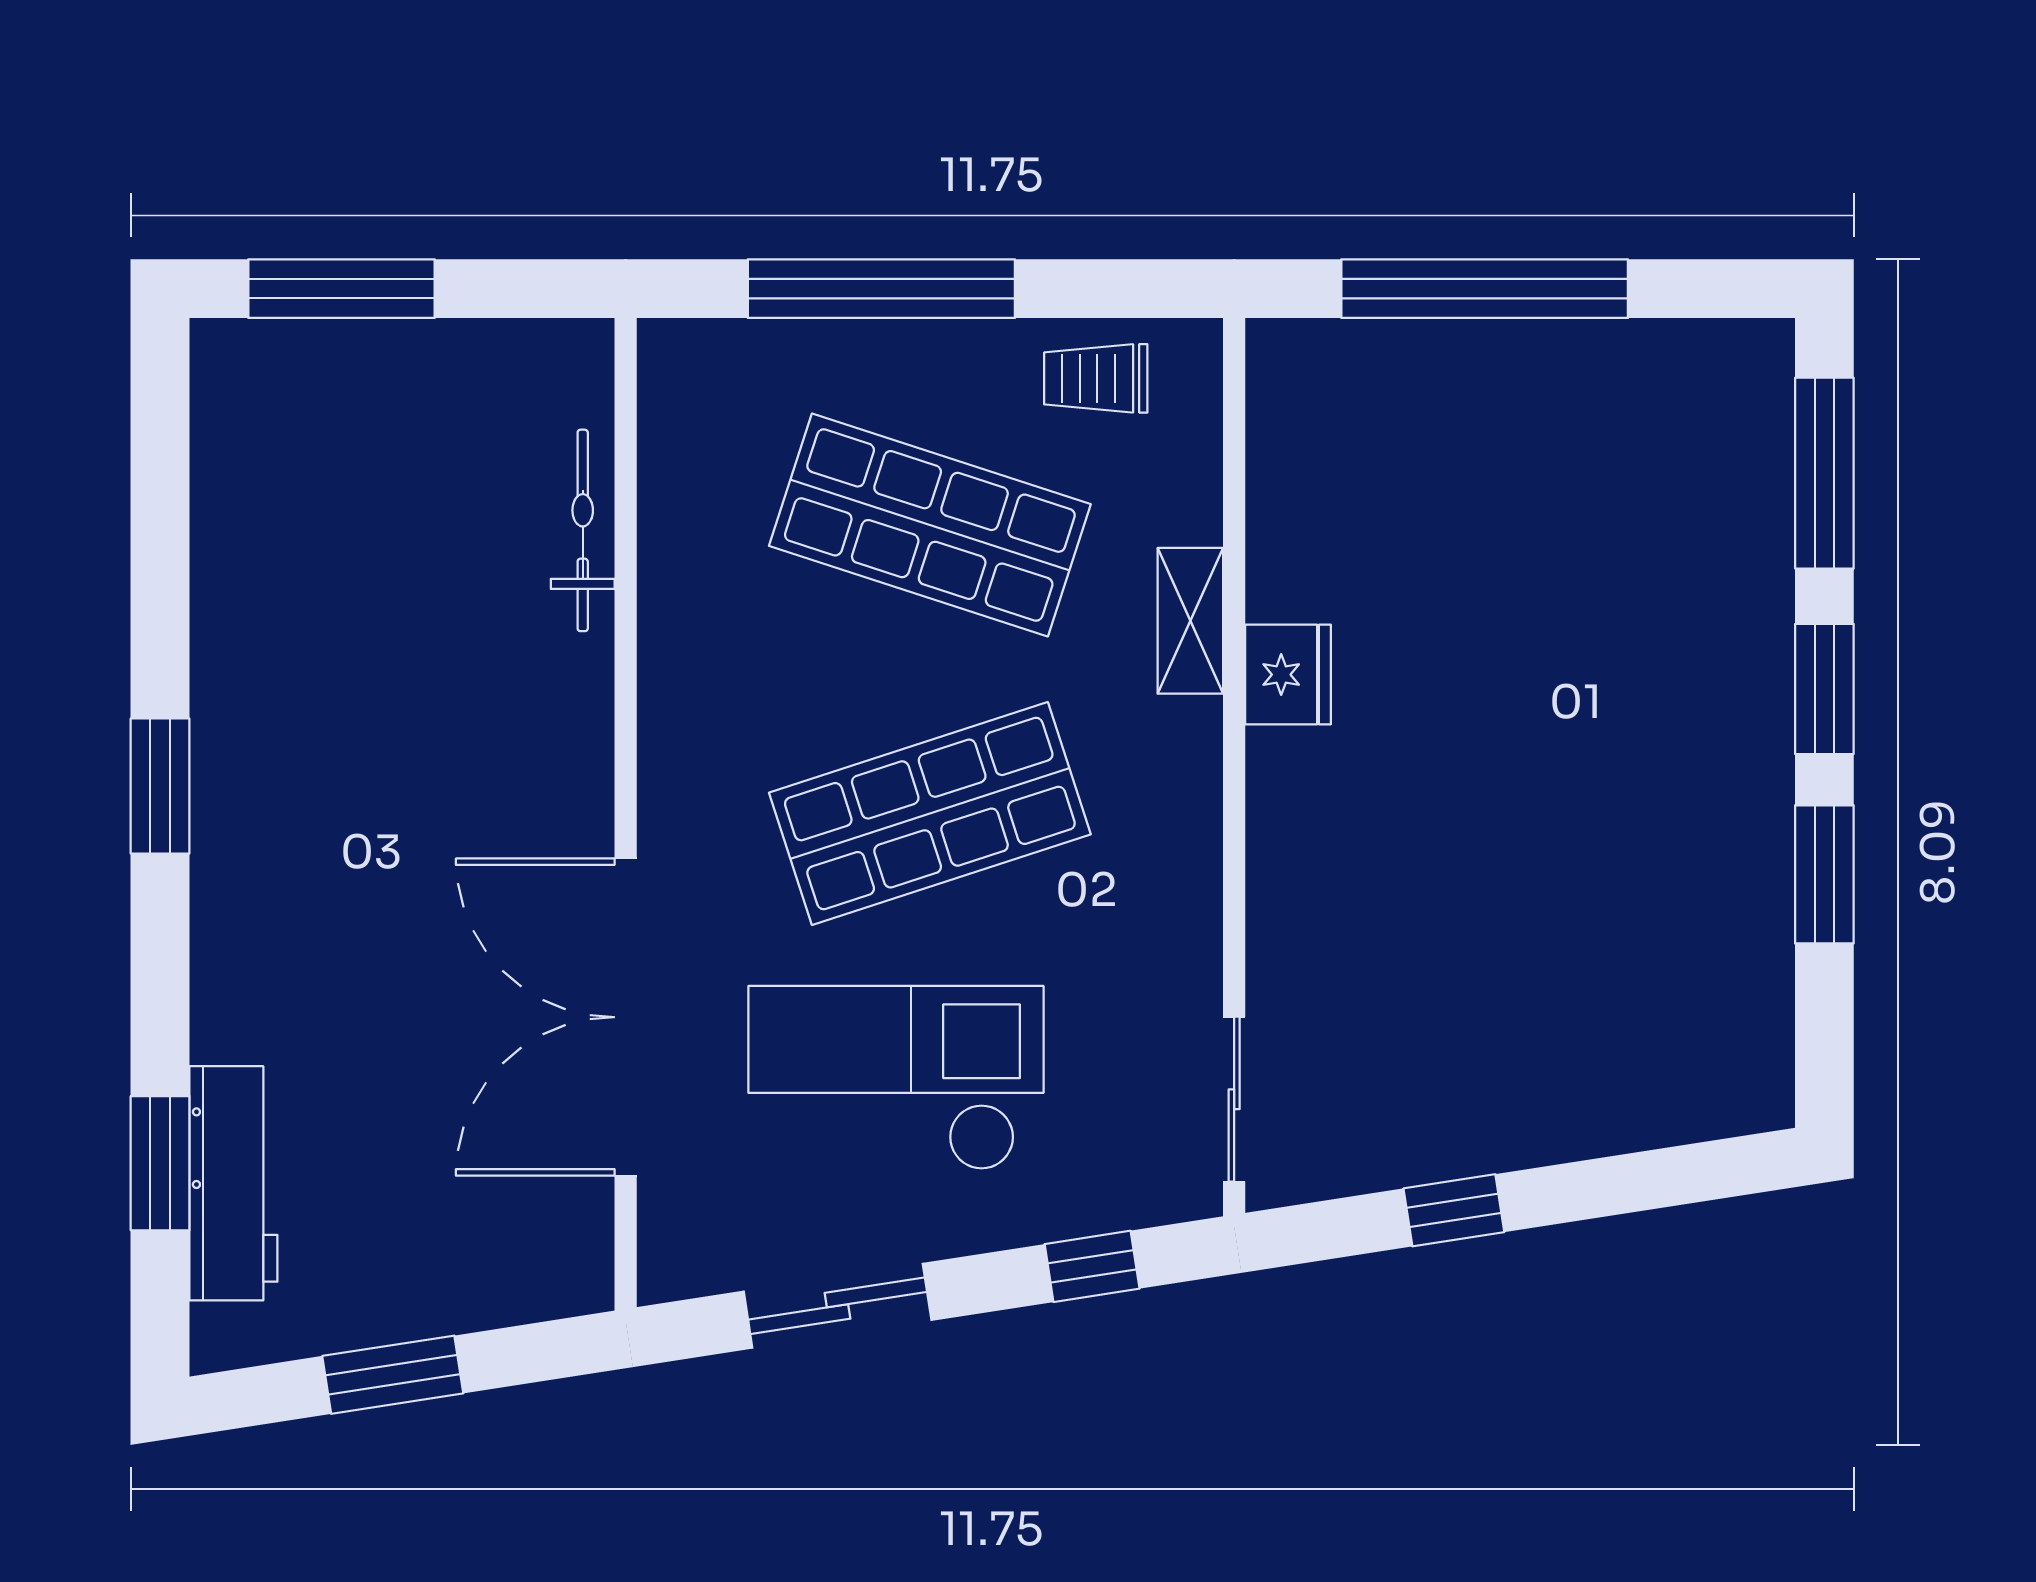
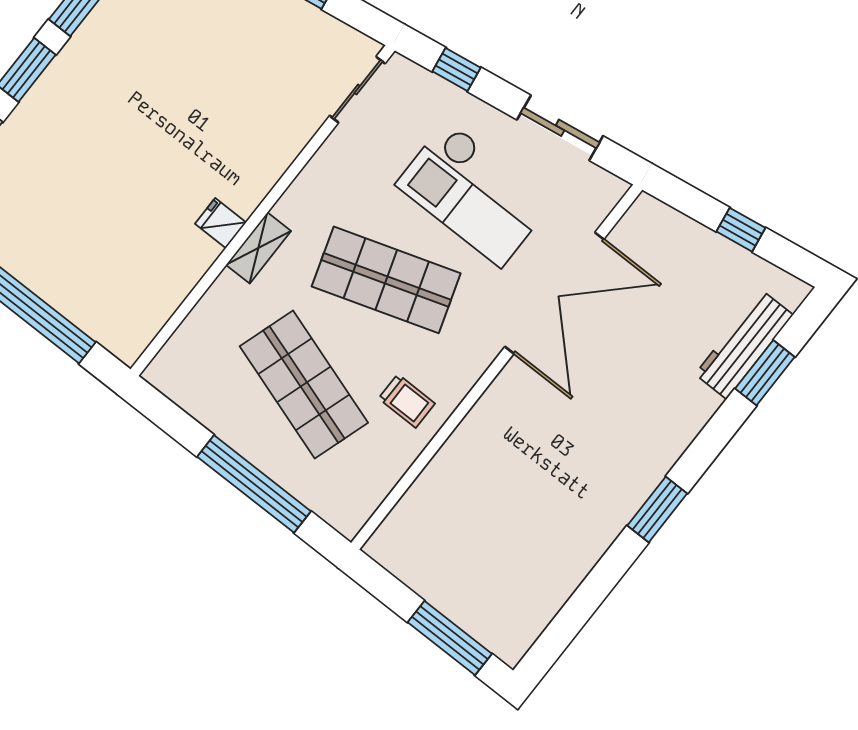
trolley: (1096, 378) -> (407, 401), moved
bicycle: (583, 530) -> (431, 482), removed
shelving: (1190, 621) -> (258, 248), moved
fridge: (1288, 675) -> (221, 223), width x0.72
window: (393, 1375) -> (741, 230), width x0.67

